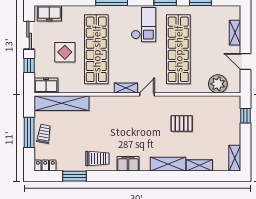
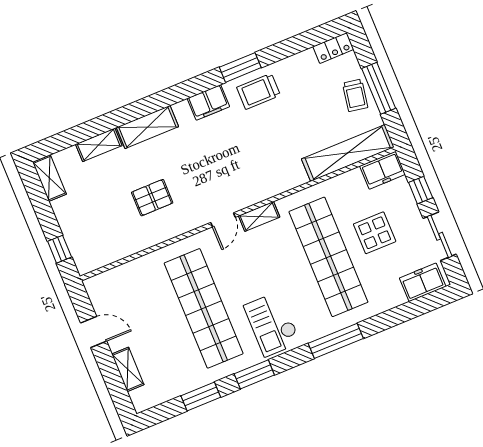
plant: (218, 84) -> (122, 280), removed
window: (75, 176) -> (240, 67), moved

